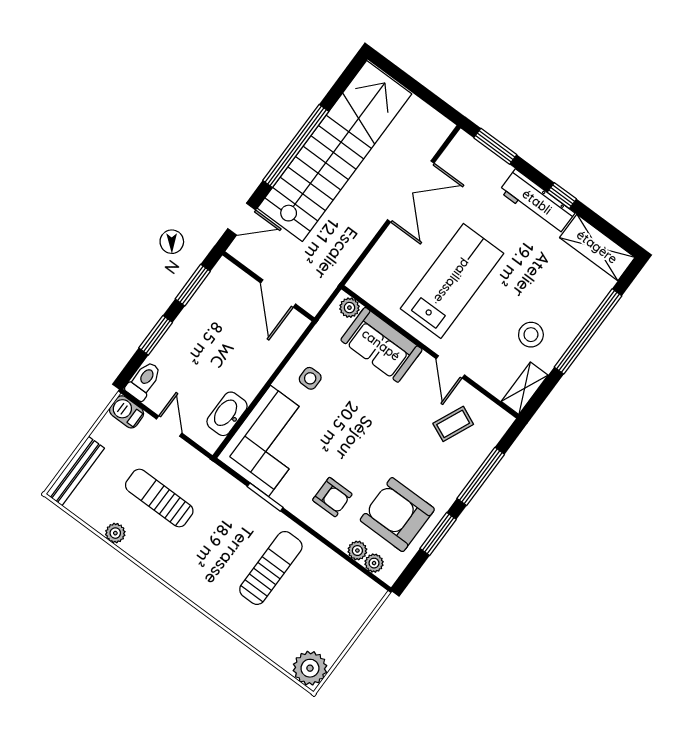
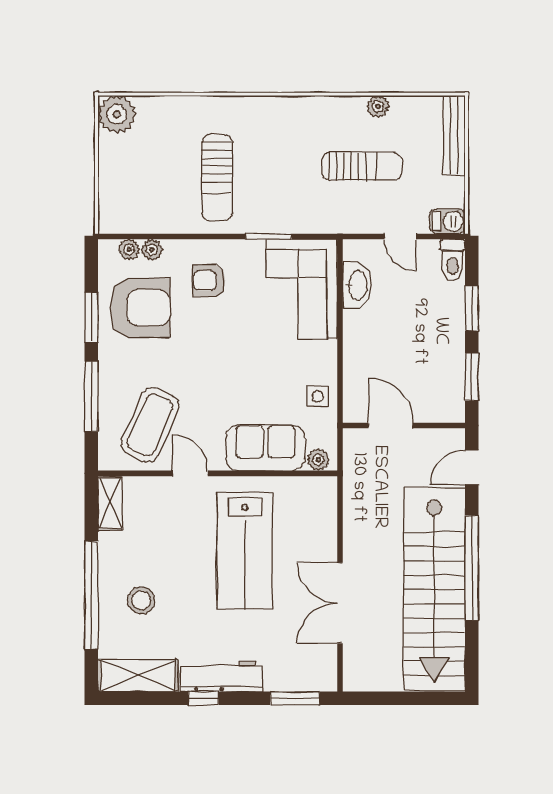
stool: (531, 335) -> (141, 600), moved
side table: (310, 378) -> (318, 396), moved
coffee table: (453, 424) -> (150, 425), width x1.86, depth x1.72

